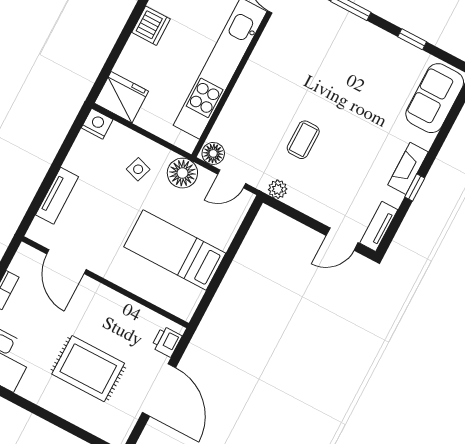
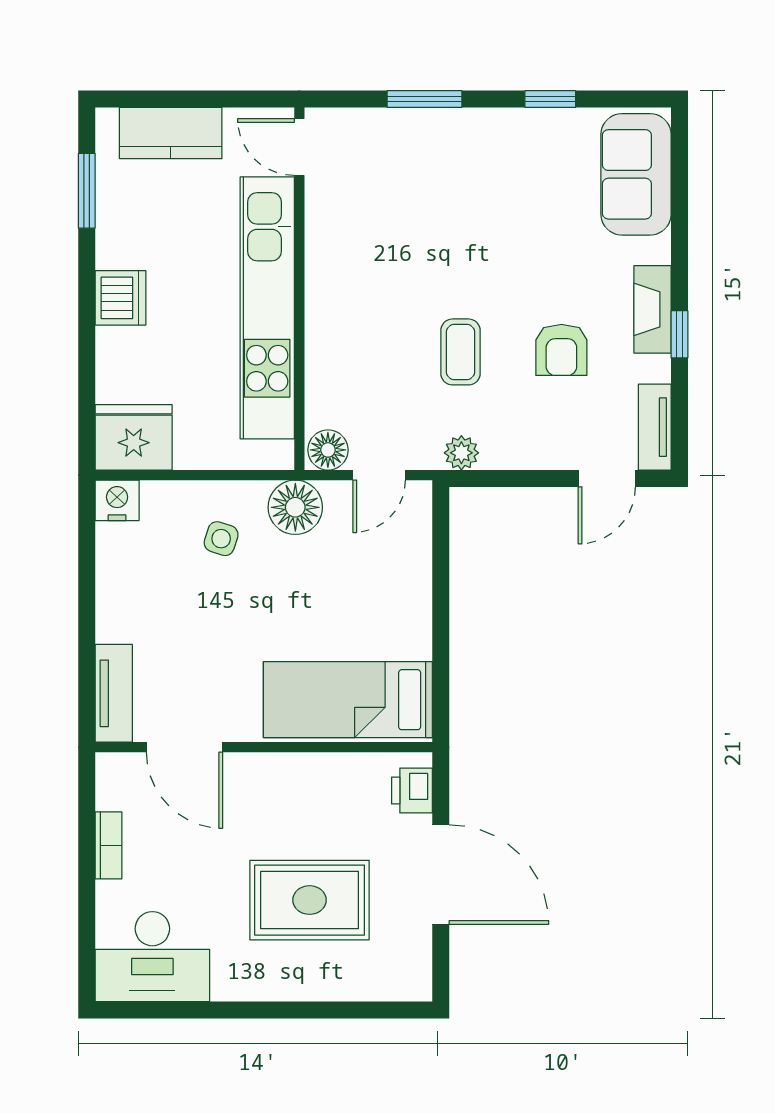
armchair: (353, 165) -> (561, 350), added
tv unit: (57, 196) -> (114, 693), moved
bed: (175, 250) -> (348, 700), moved

